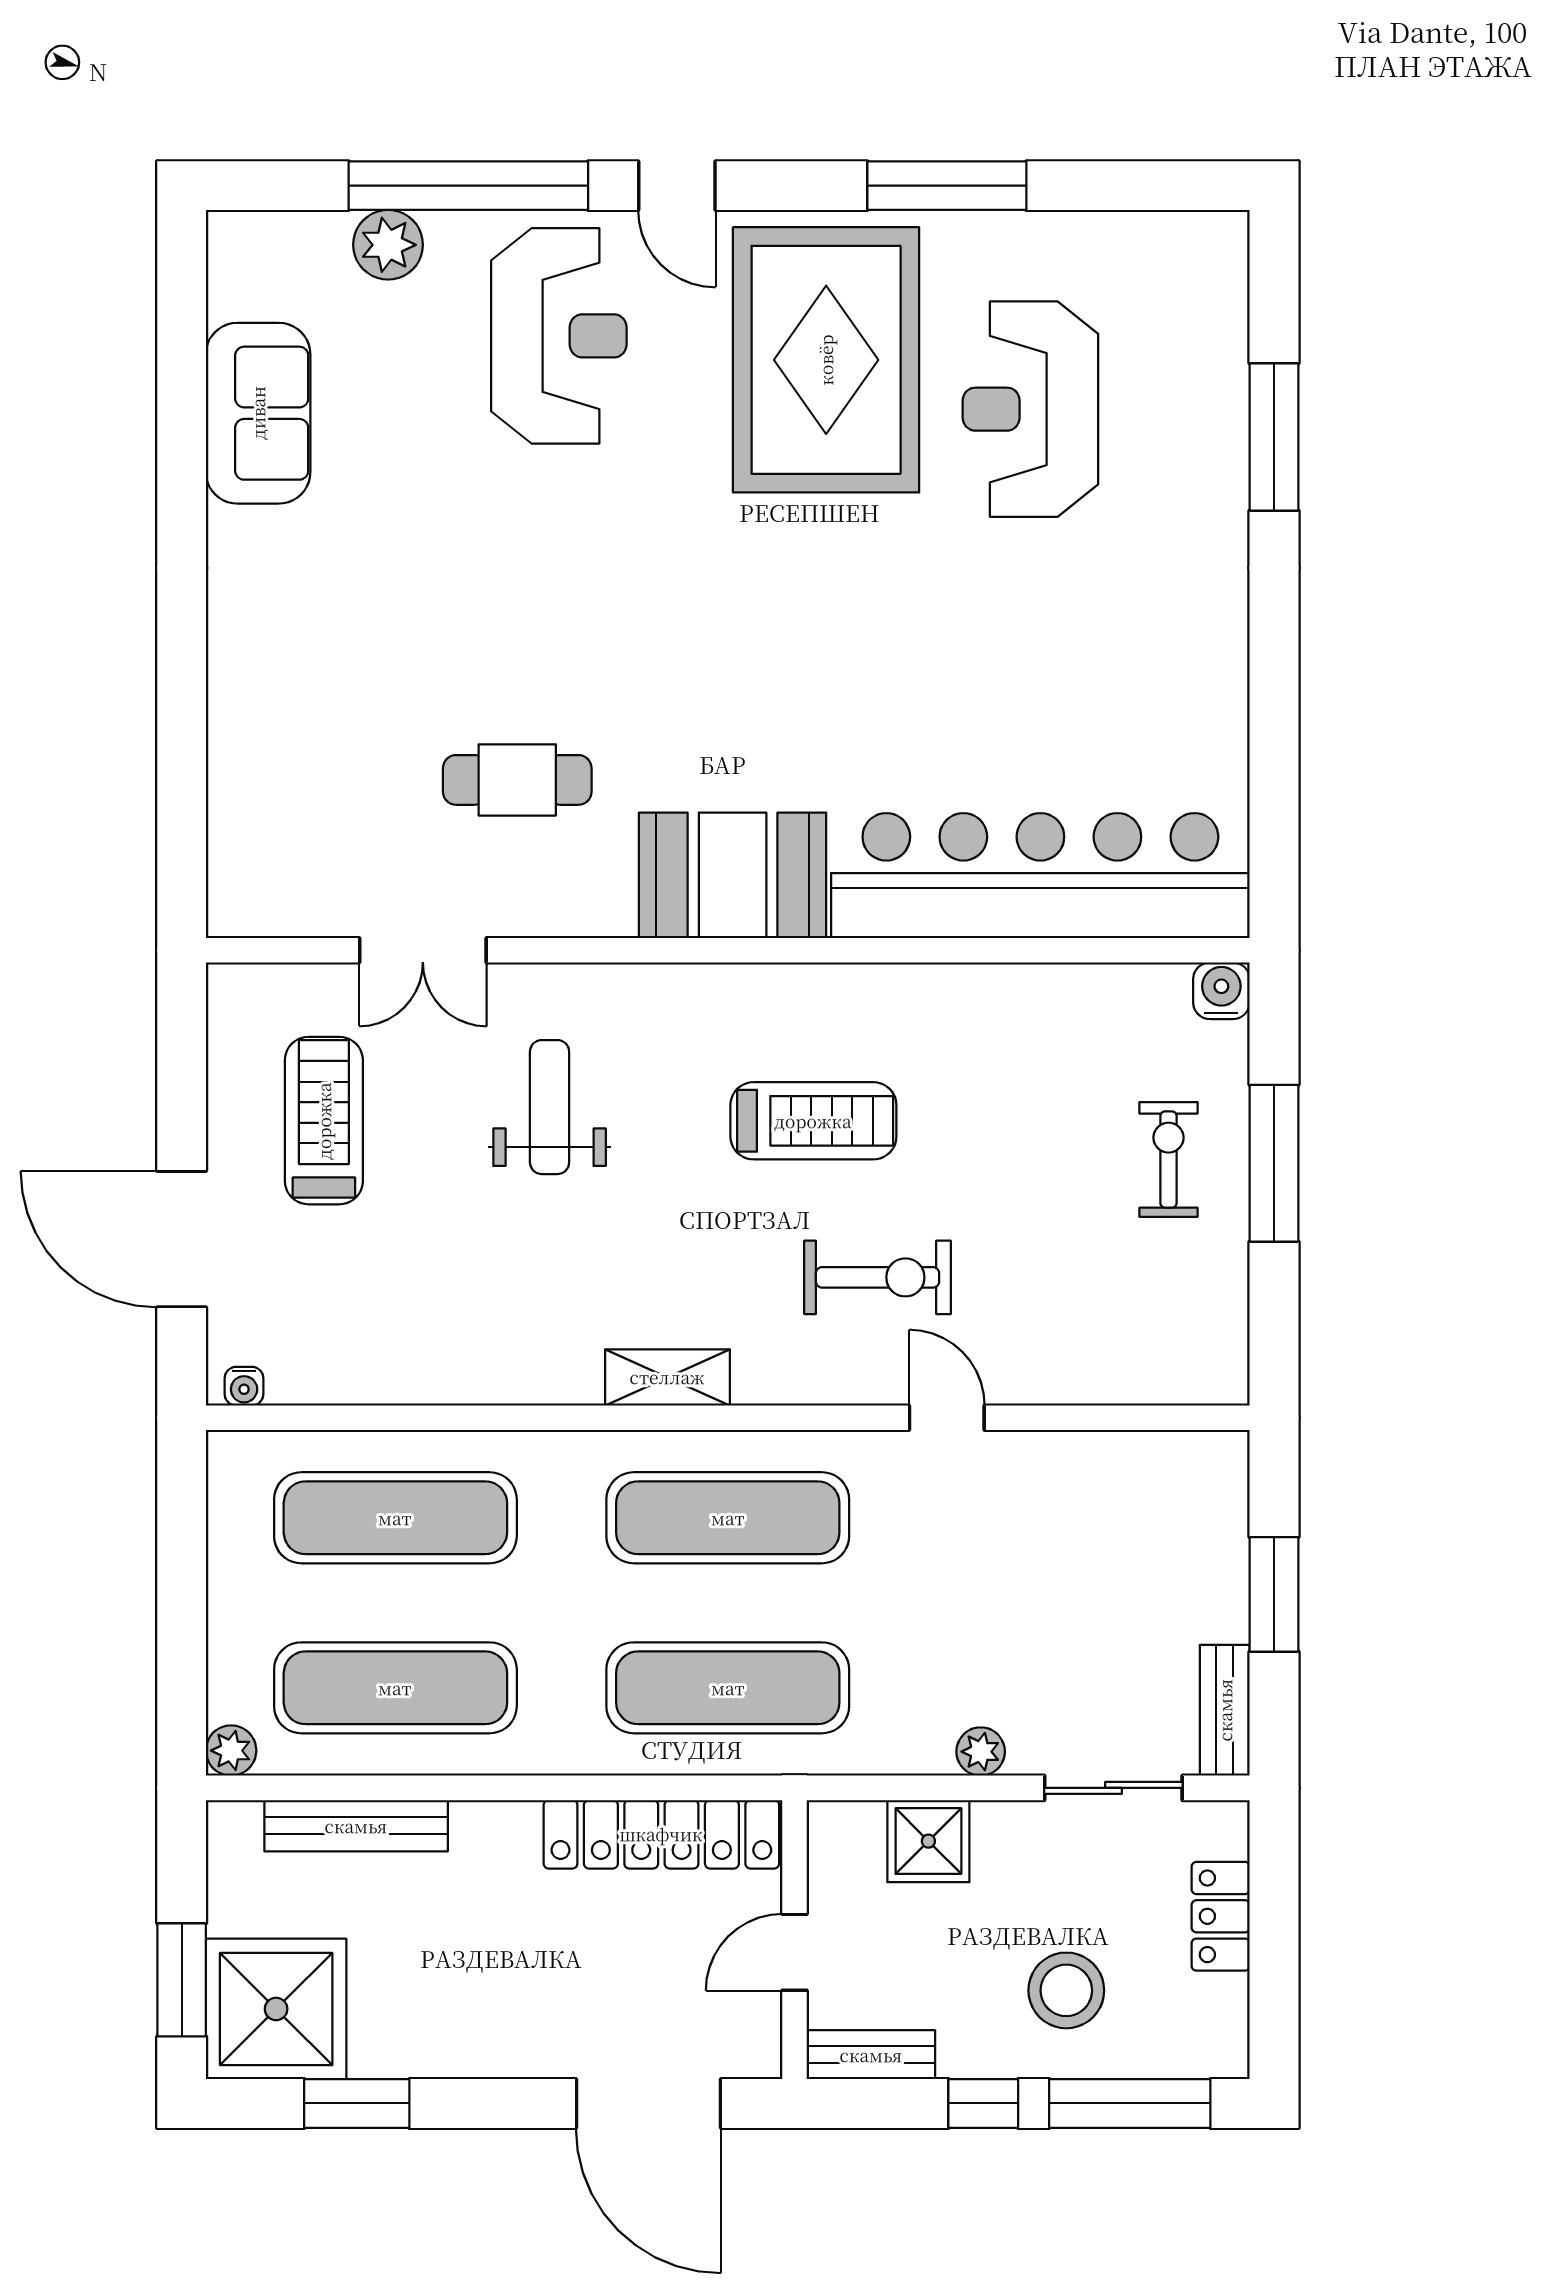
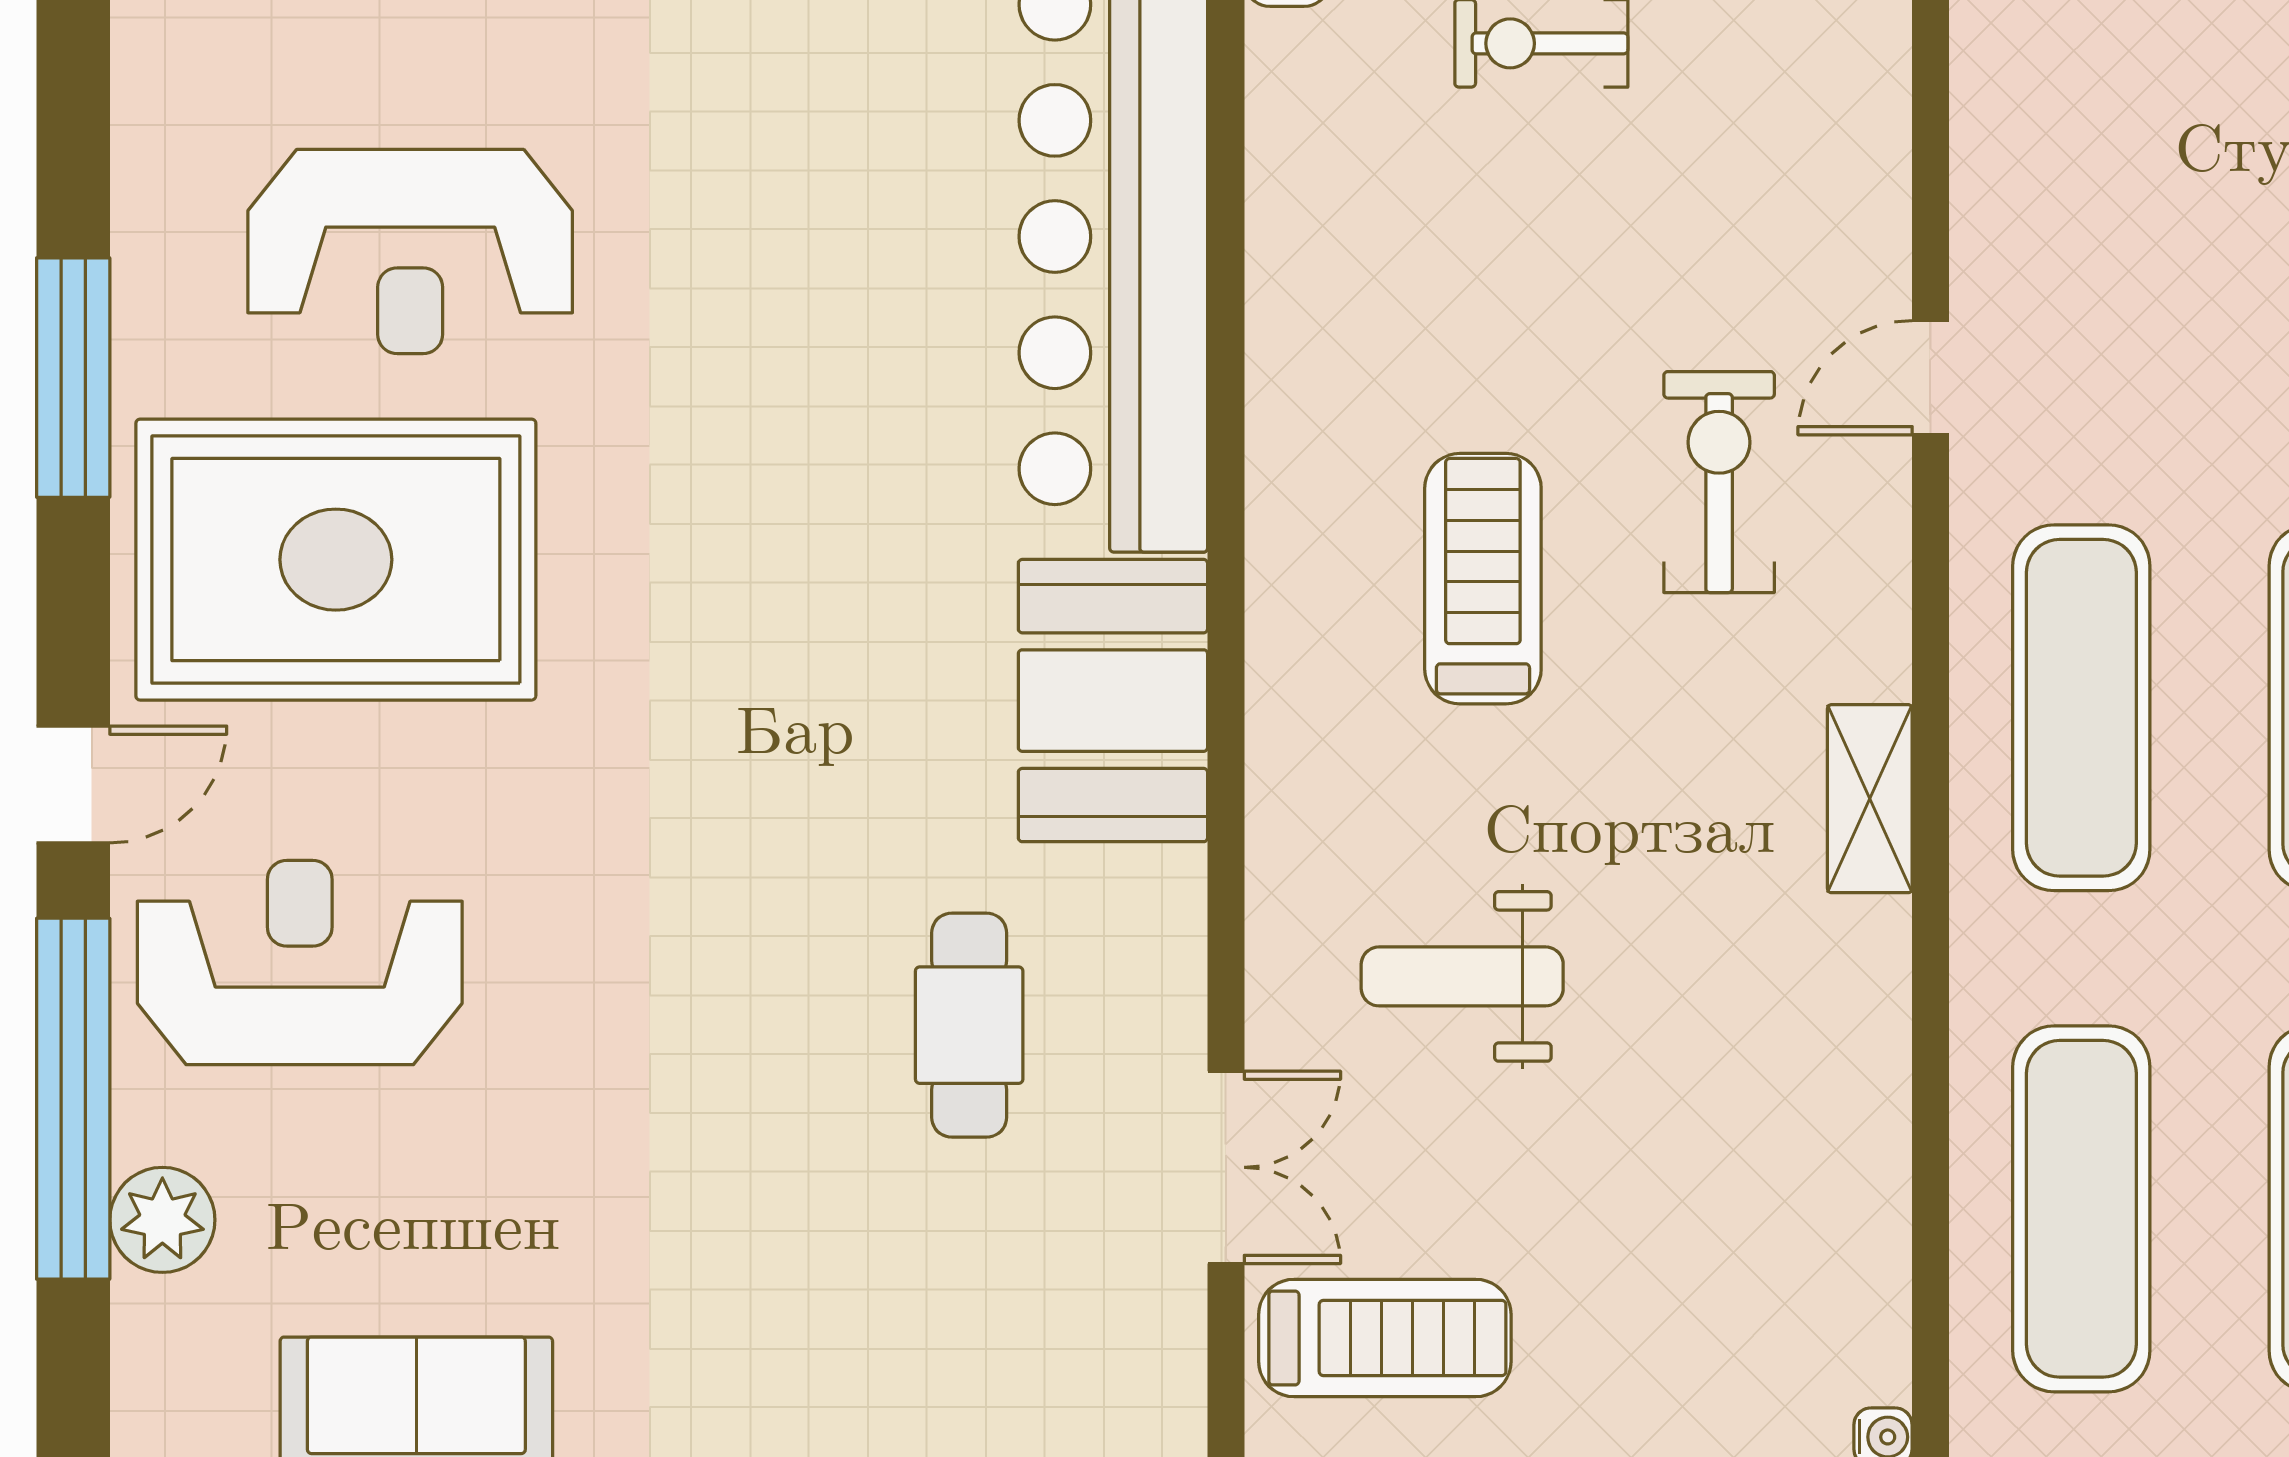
treadmill: (324, 1121) -> (1385, 1338), moved, turned 180

